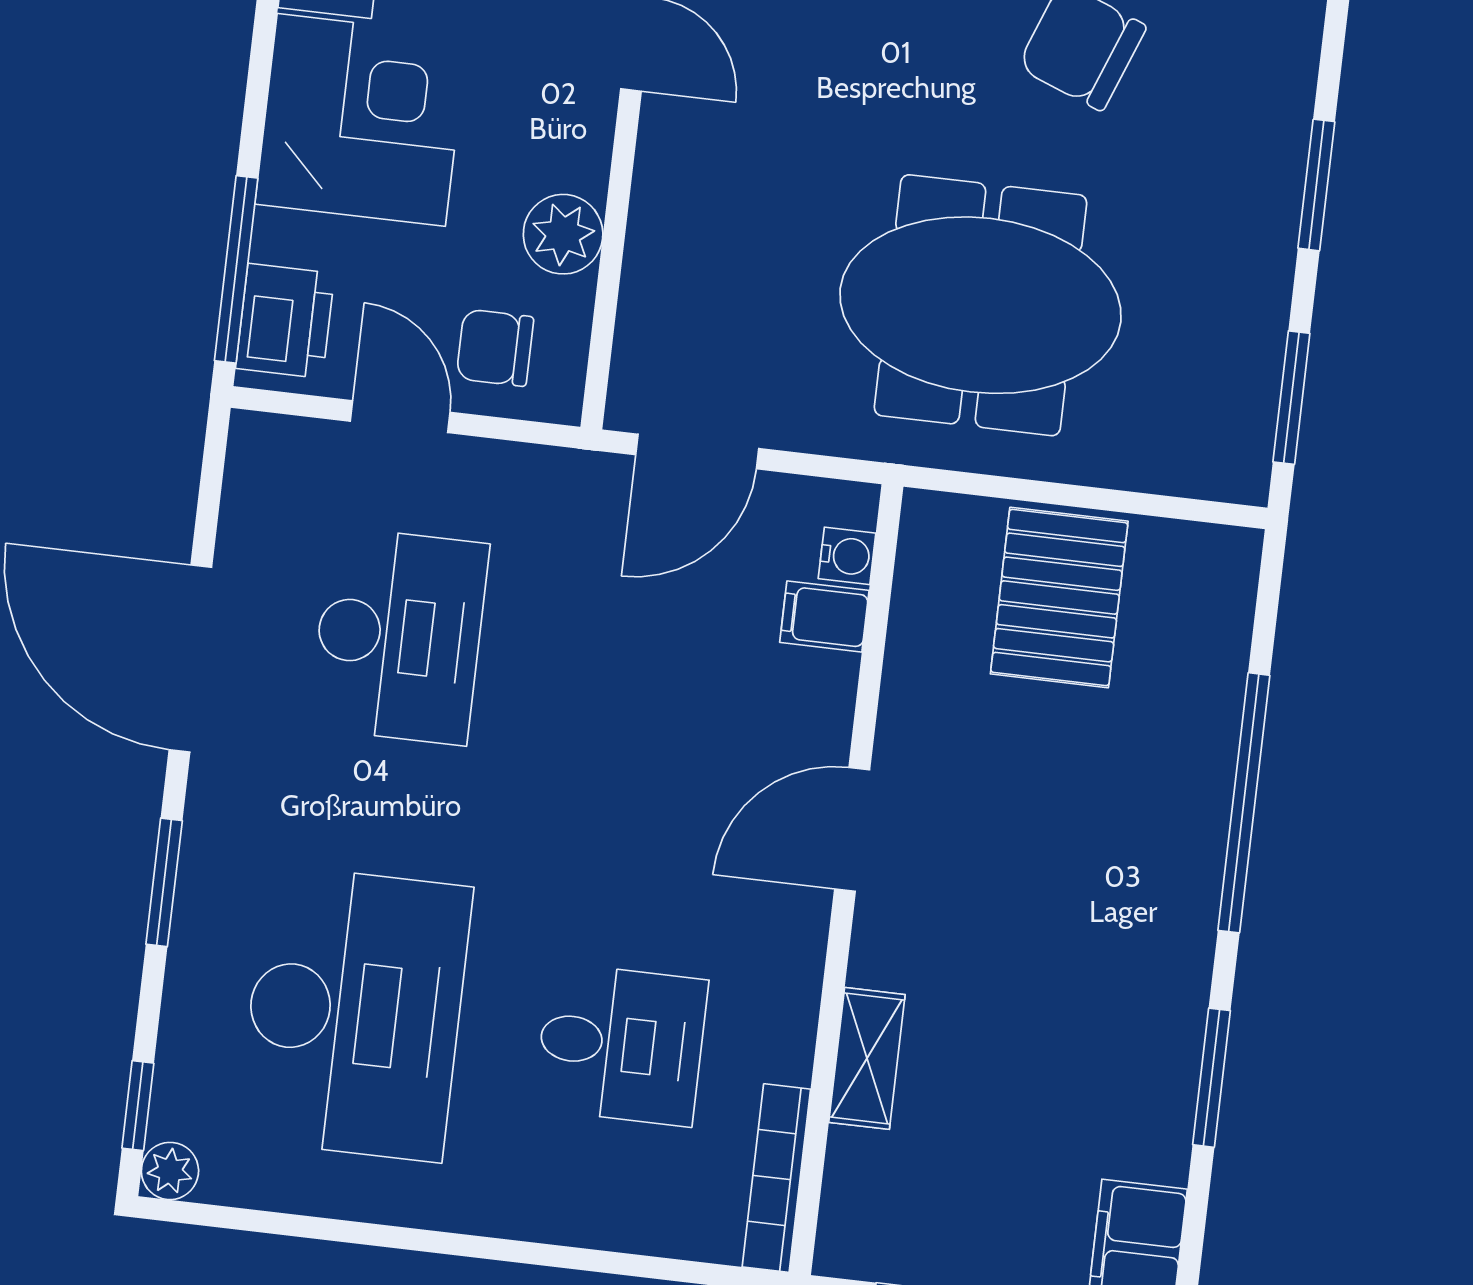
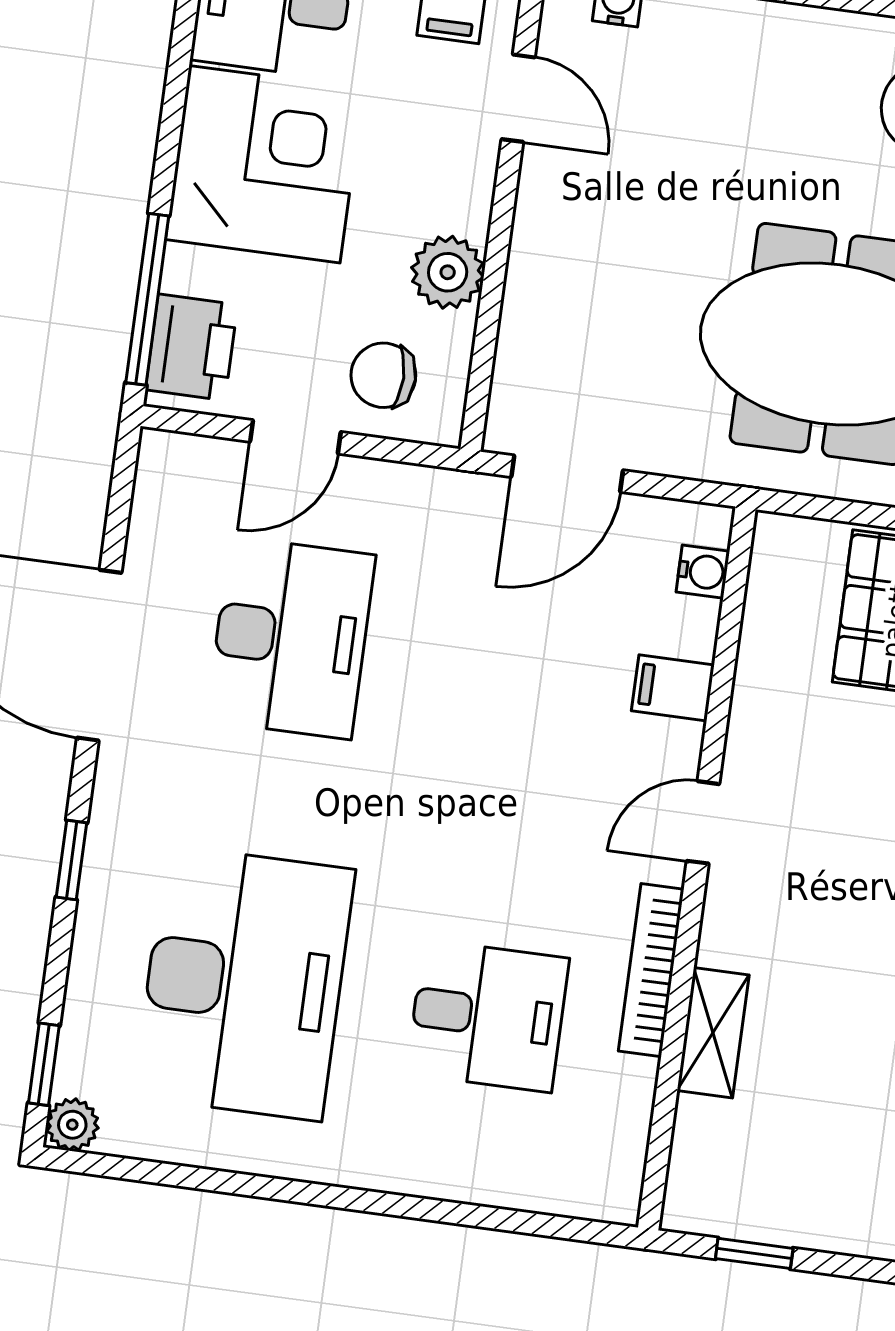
door: (400, 417) -> (295, 437), swing flipped
filing cabinet: (824, 616) -> (673, 688), moved
door: (852, 829) -> (703, 822), width x0.73
window: (164, 882) -> (72, 860), width x0.67
bookcase: (776, 1178) -> (651, 970), moved

